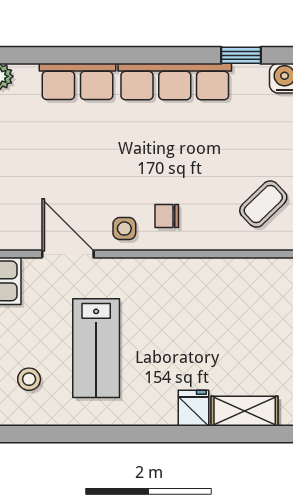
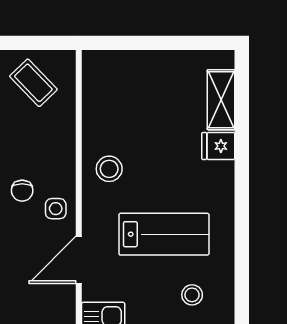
chair: (167, 216) -> (22, 191), moved
stool: (168, 288) -> (109, 169), added

